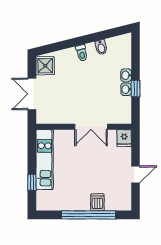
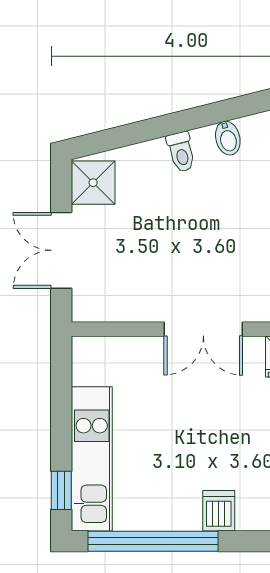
kitchen unit: (45, 160) -> (92, 459), moved
window: (32, 182) -> (61, 490), moved
window: (89, 215) -> (153, 541), moved

